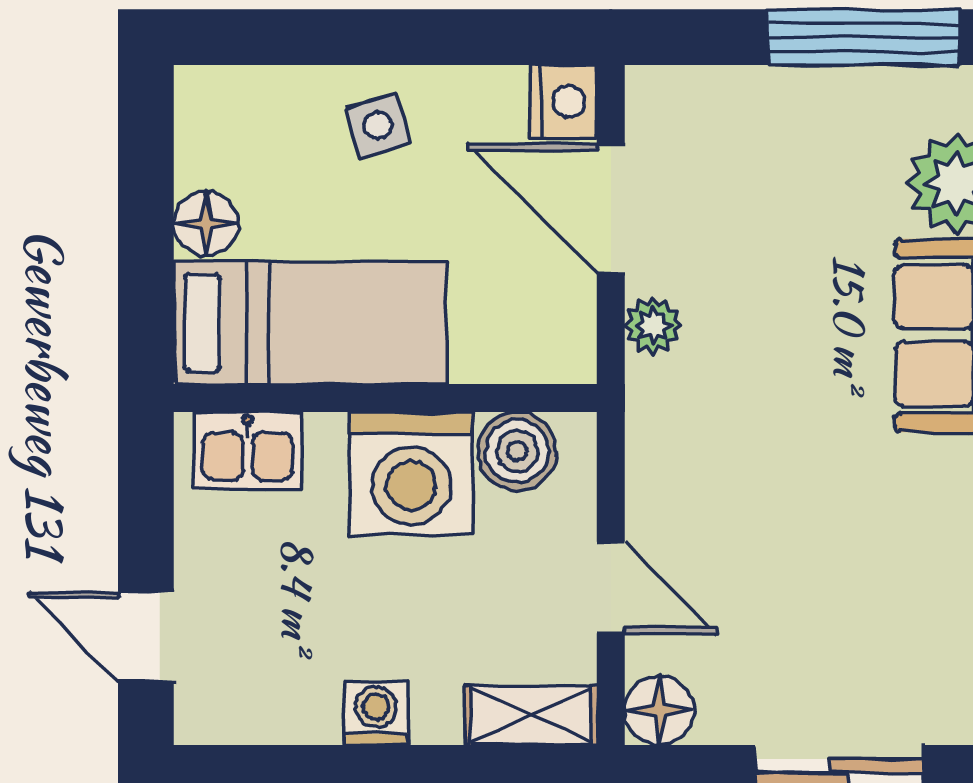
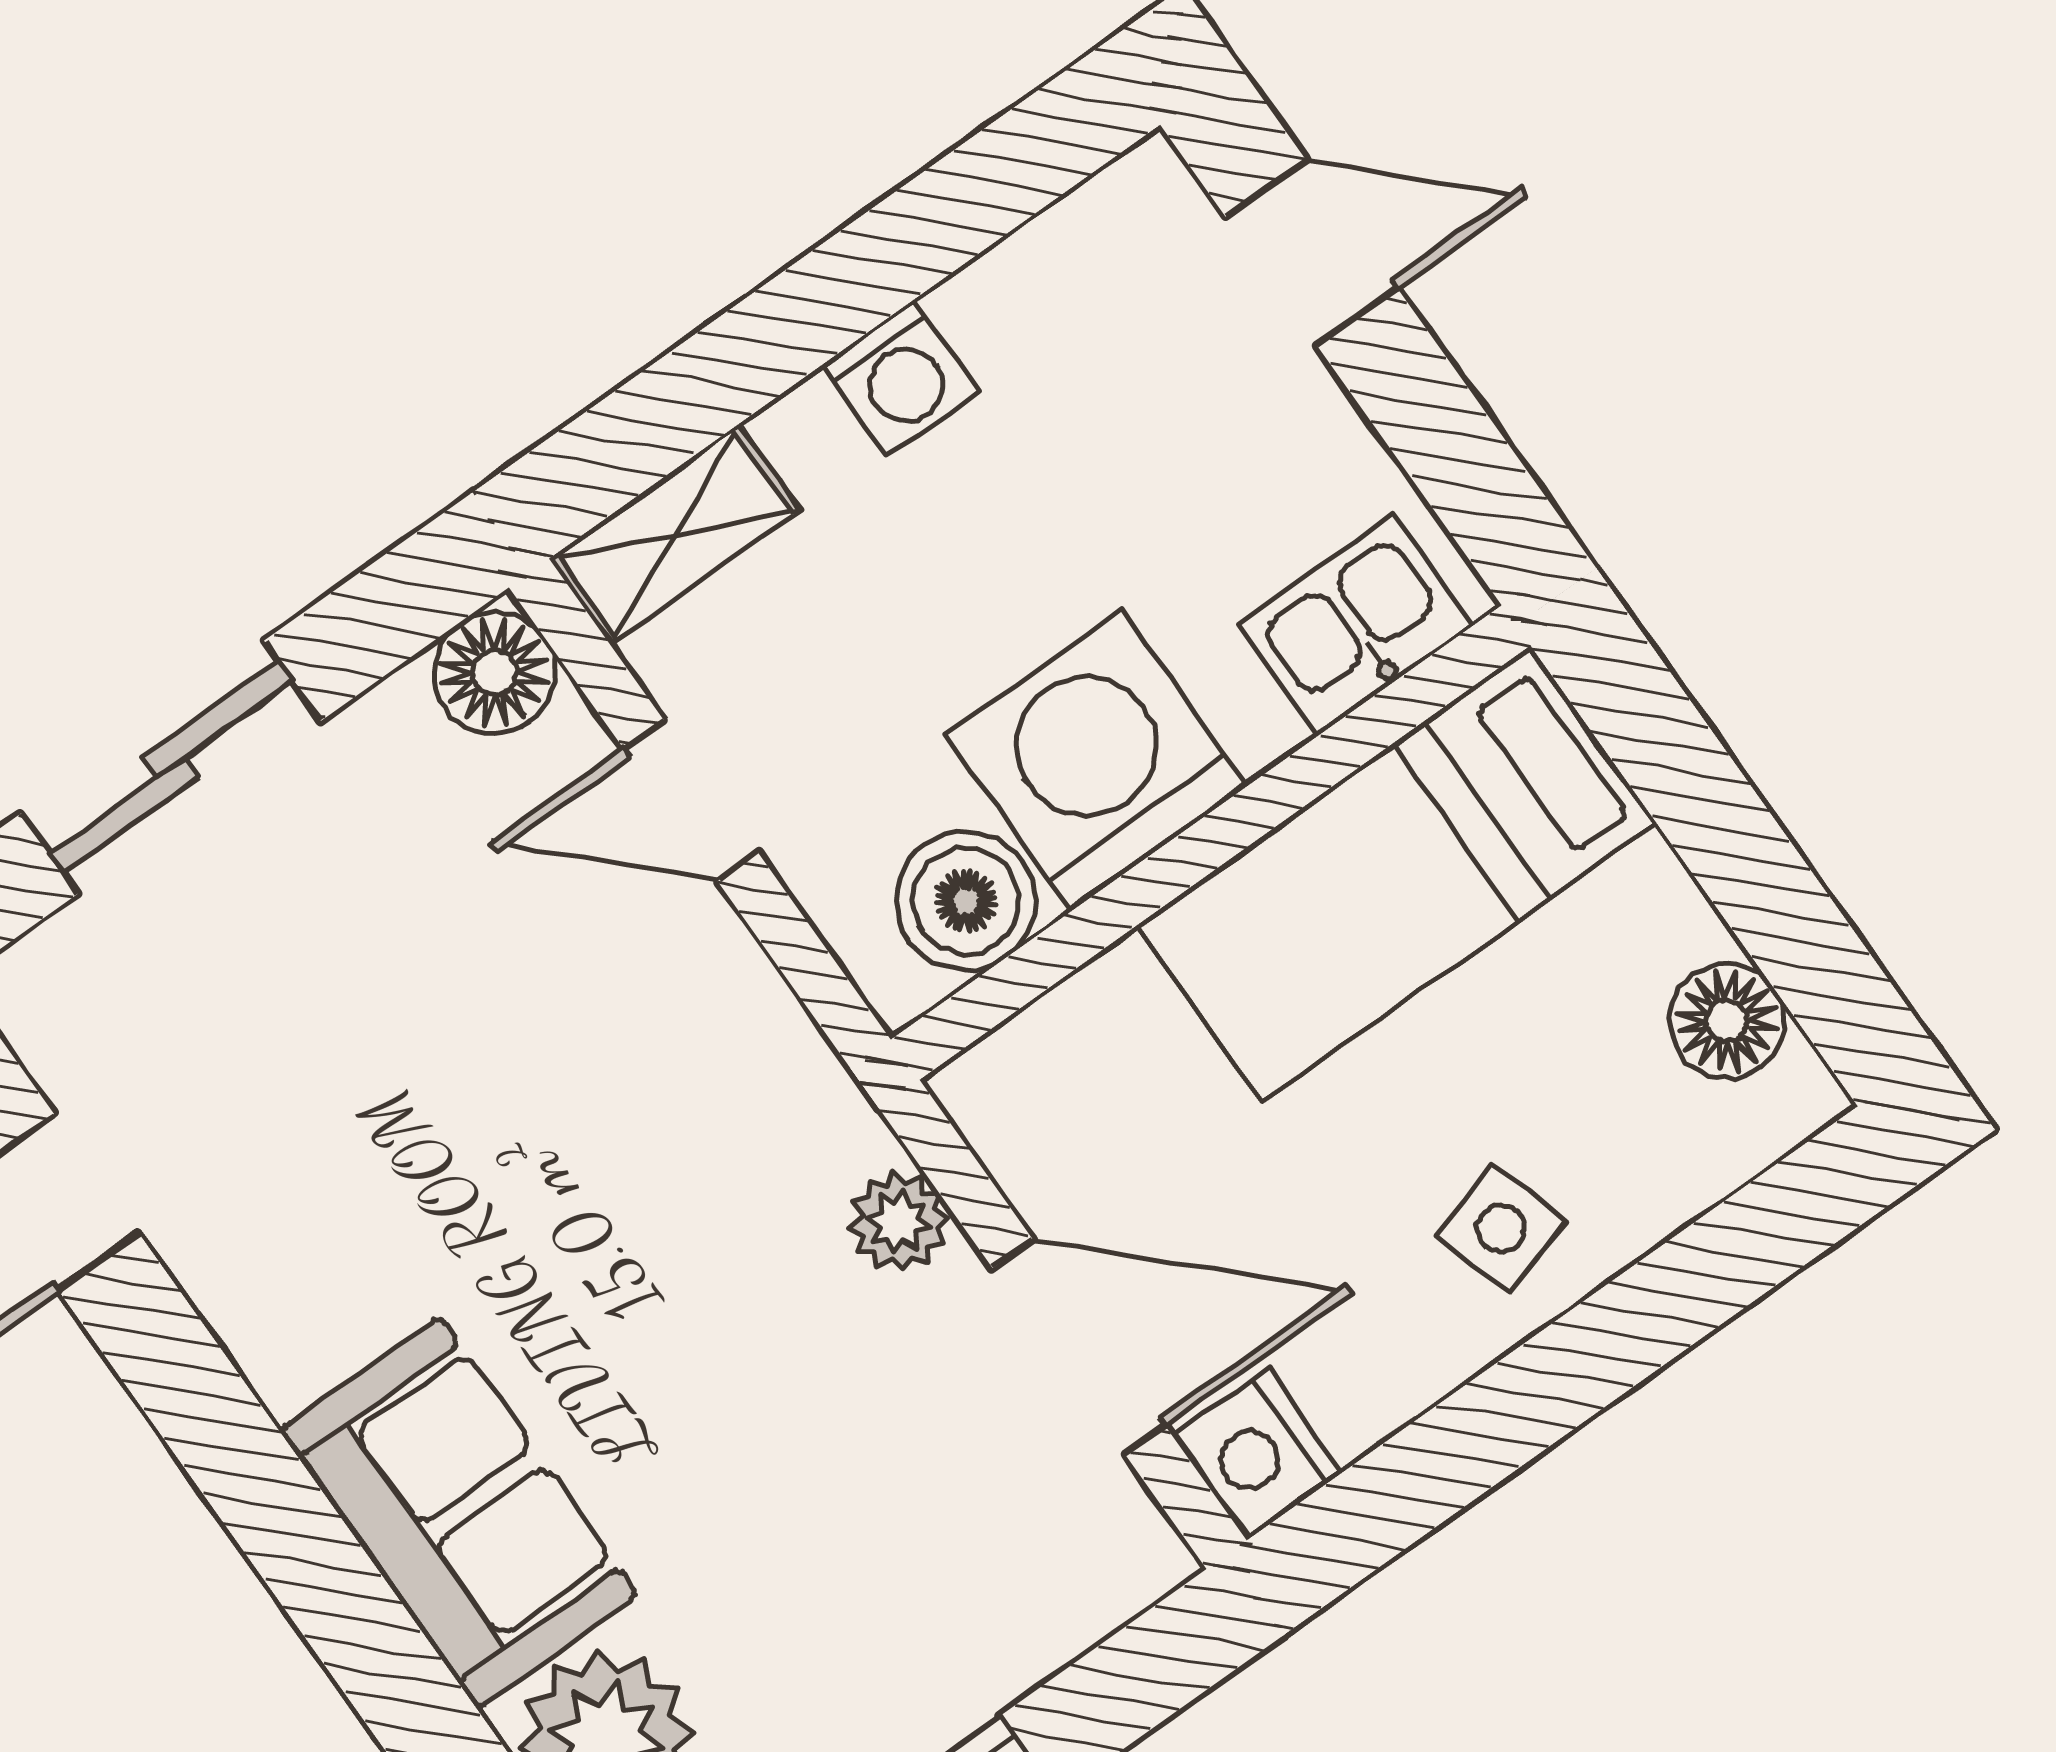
floor lamp: (206, 224) -> (1727, 1021), moved

